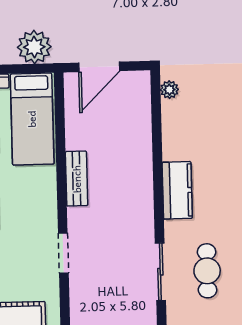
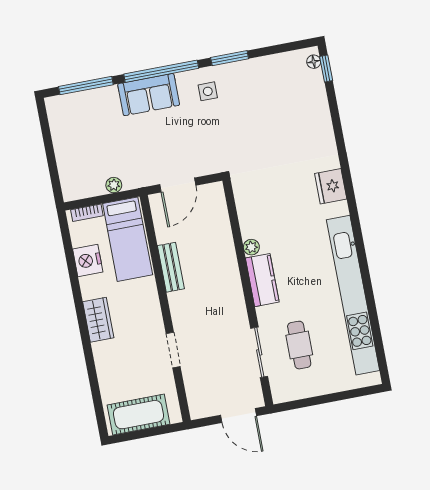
plant: (34, 47) -> (114, 185), width x0.53, depth x0.53
plant: (169, 90) -> (251, 247), moved
bench: (77, 179) -> (171, 267), moved

